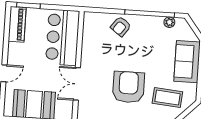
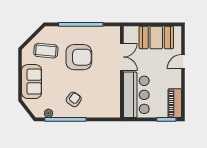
armchair: (121, 26) -> (74, 99), moved
armchair: (128, 87) -> (79, 57), turned -90

